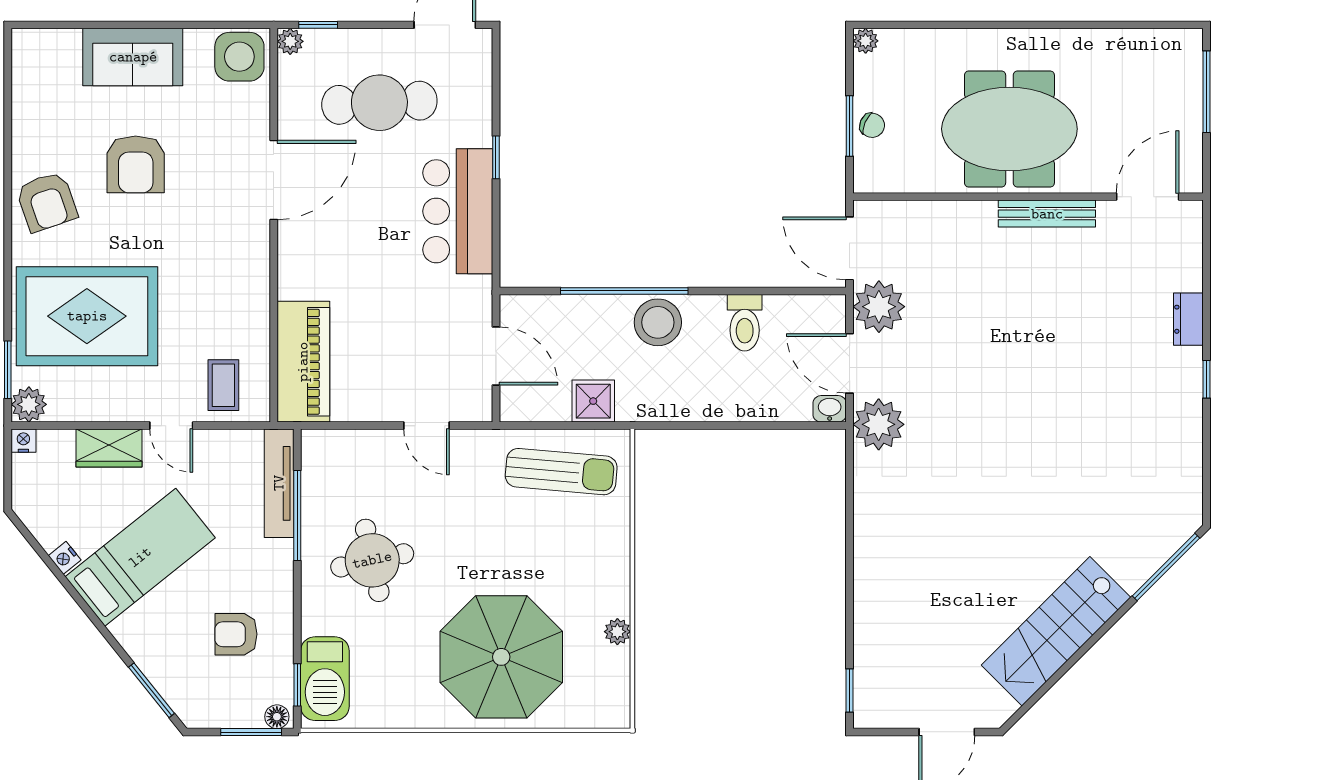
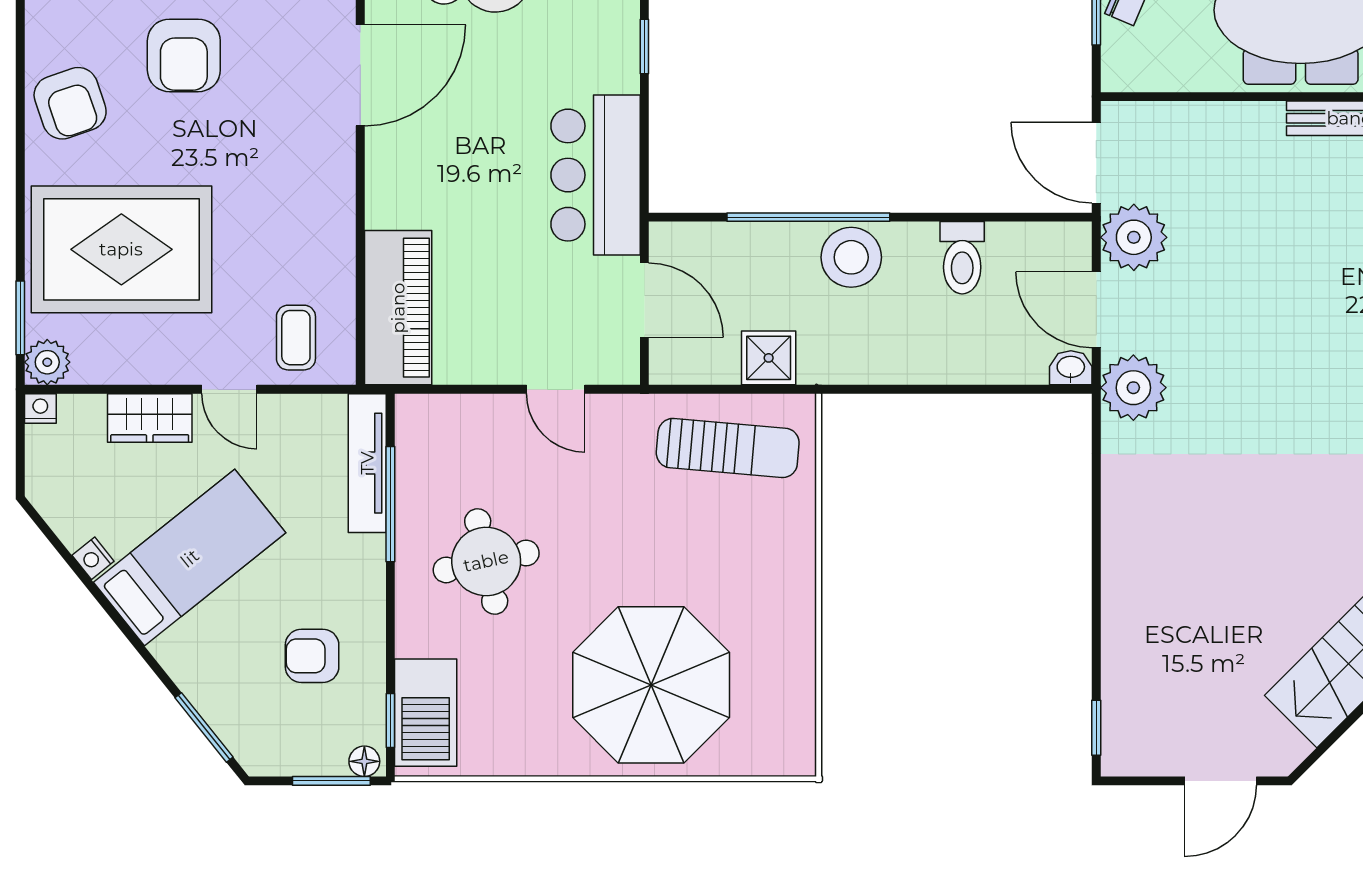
bar counter: (458, 211) -> (596, 175), moved
plant: (617, 632) -> (800, 653), removed

